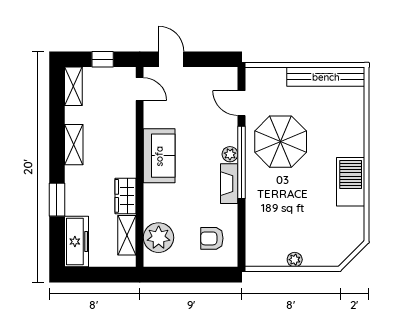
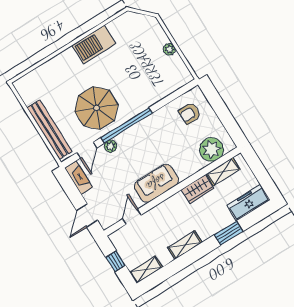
bench: (326, 77) -> (49, 130), moved
door: (140, 89) -> (132, 217), moved
plant: (230, 154) -> (111, 146), moved
fireplace: (229, 184) -> (78, 178), moved, turned -90
armchair: (212, 238) -> (190, 113), turned 90

